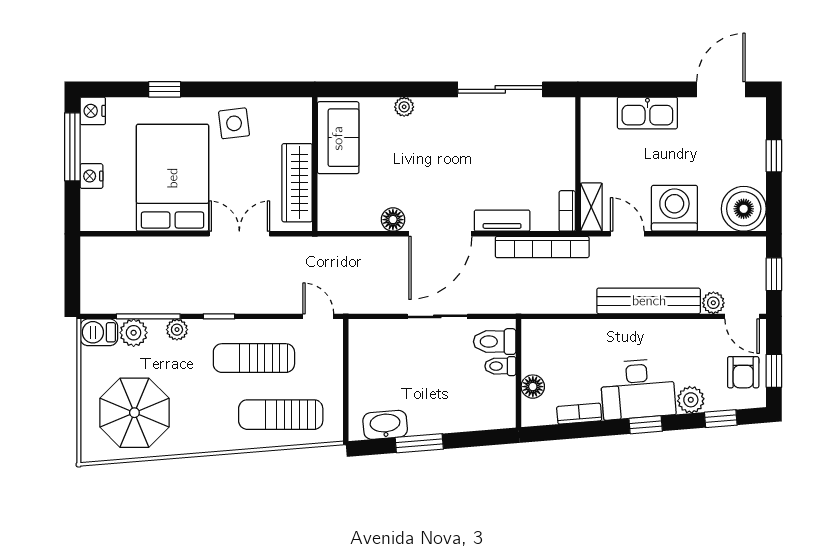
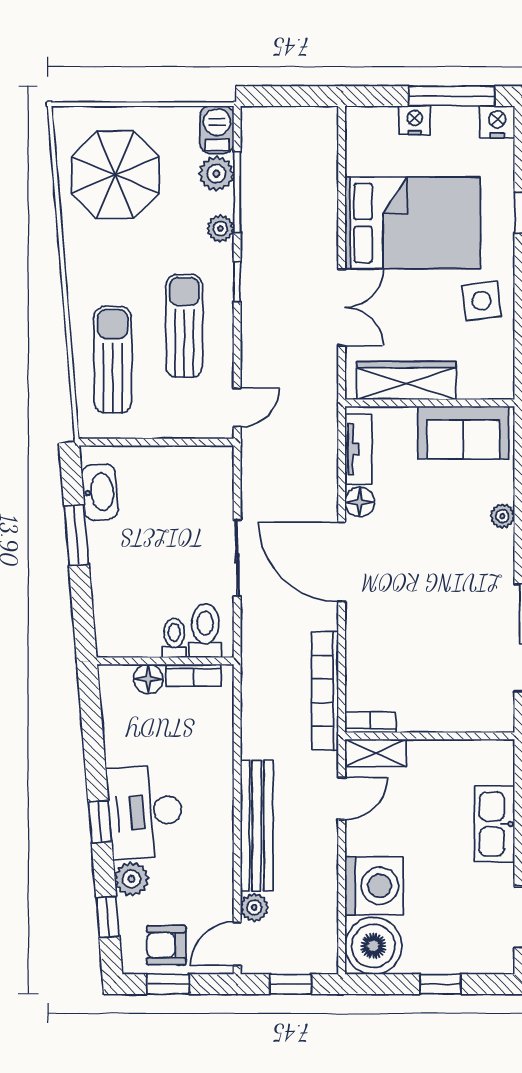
washing machine: (674, 208) -> (374, 886), moved
tv unit: (502, 221) -> (358, 449), moved
bookcase: (579, 414) -> (193, 675), moved, turned 95

